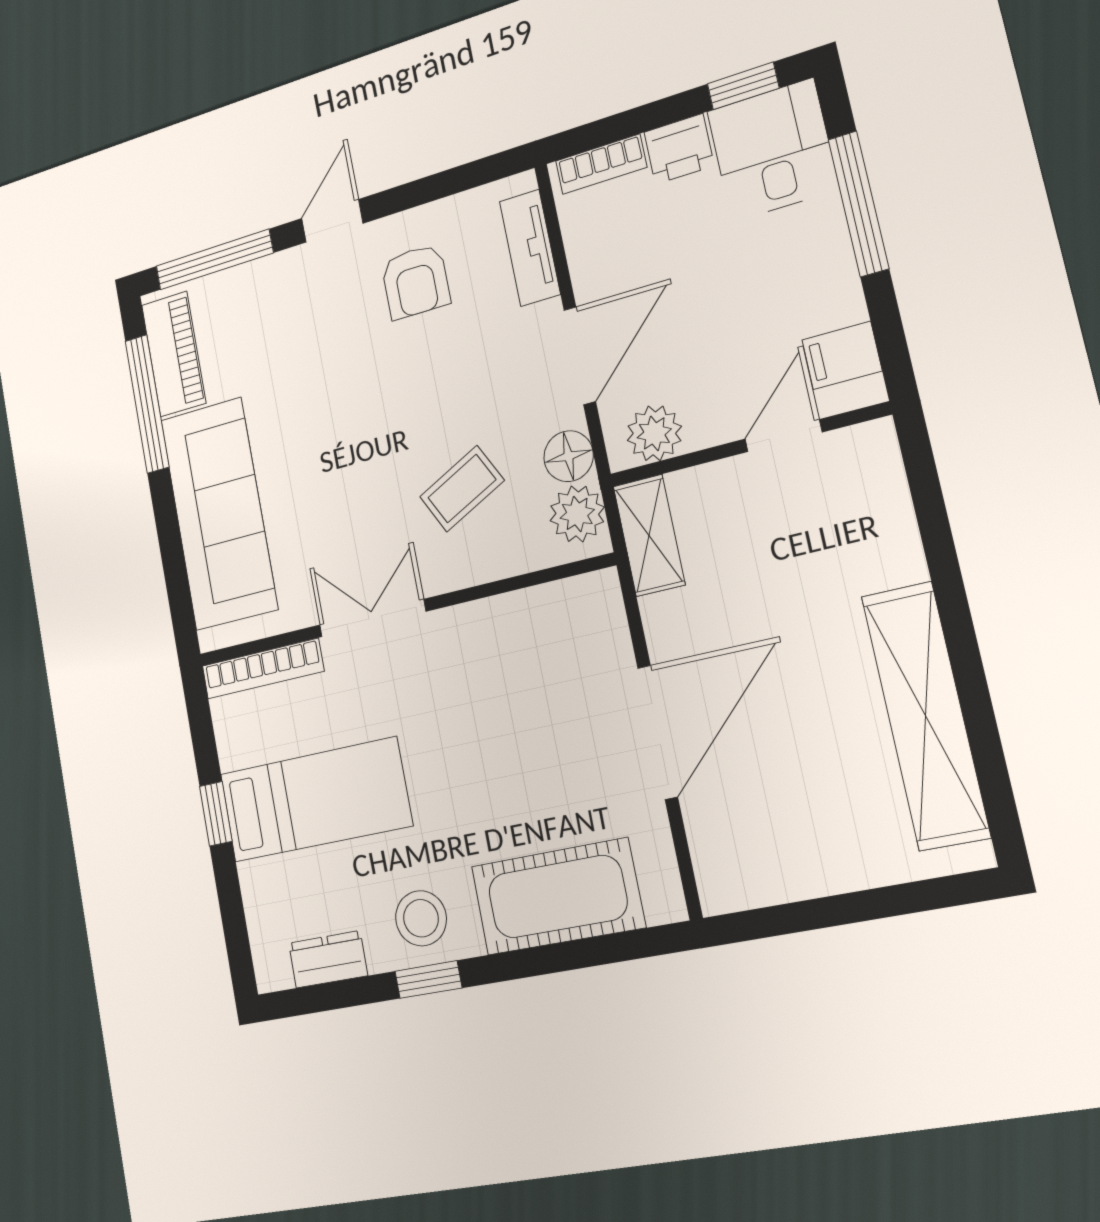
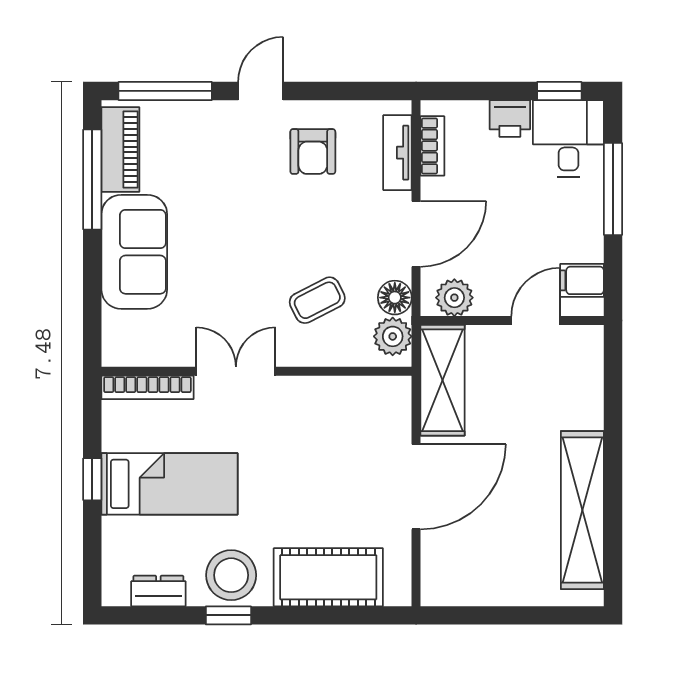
bookcase: (601, 164) -> (432, 146), moved, turned -90
sofa: (219, 514) -> (134, 252), width x0.73
shelving: (649, 535) -> (443, 380), width x1.50, depth x1.33
stool: (421, 918) -> (231, 575), width x1.38, depth x1.38

